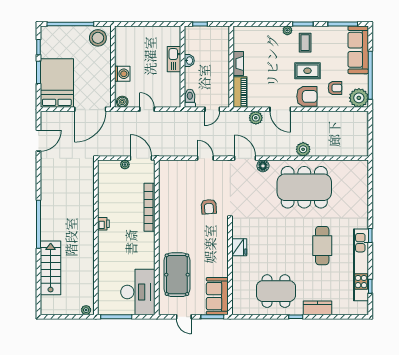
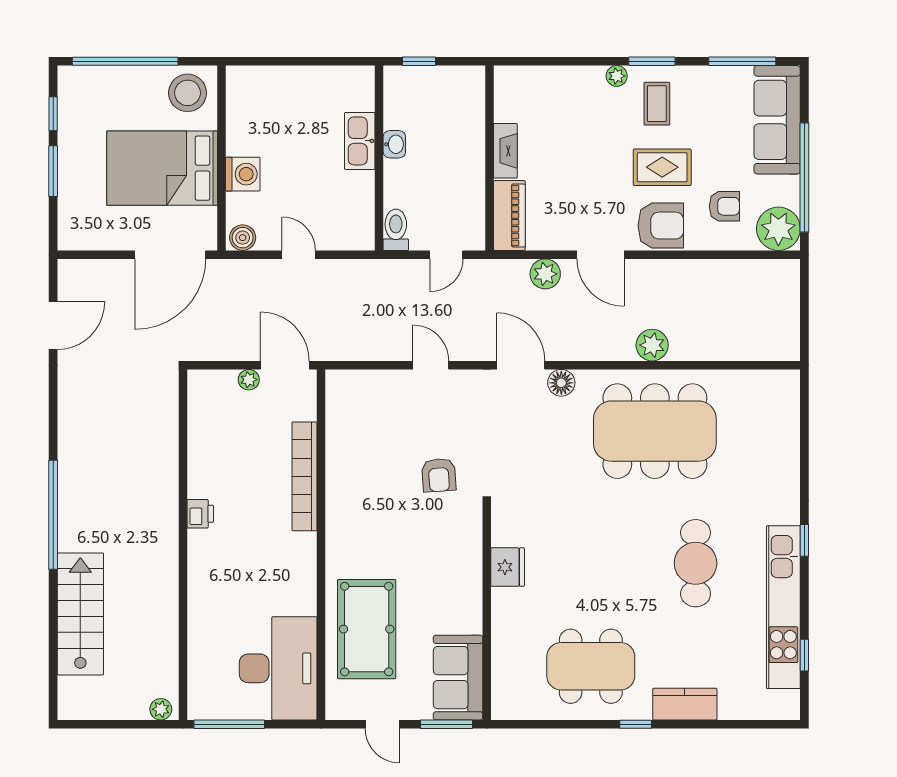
bed: (57, 83) -> (162, 168), moved, turned -90

